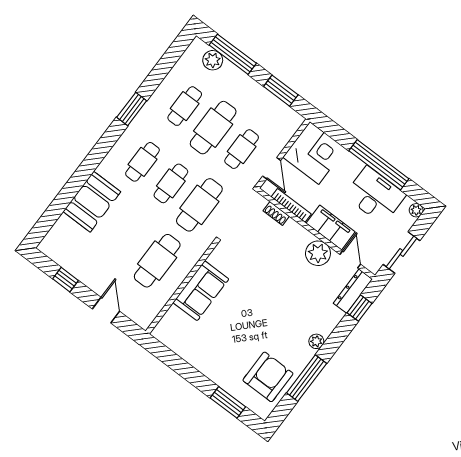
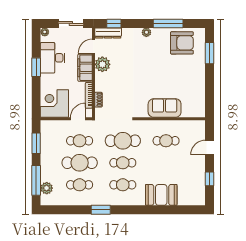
window: (379, 165) -> (36, 67), width x0.47
cafe table: (157, 261) -> (166, 141), width x0.73, depth x0.74
armchair: (268, 377) -> (182, 43), turned 180

